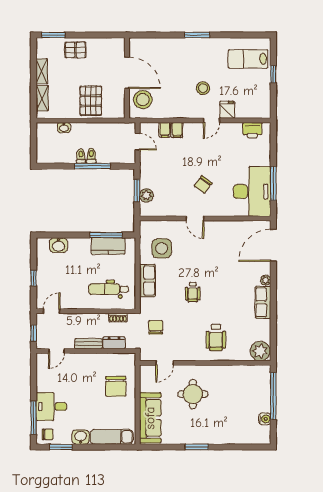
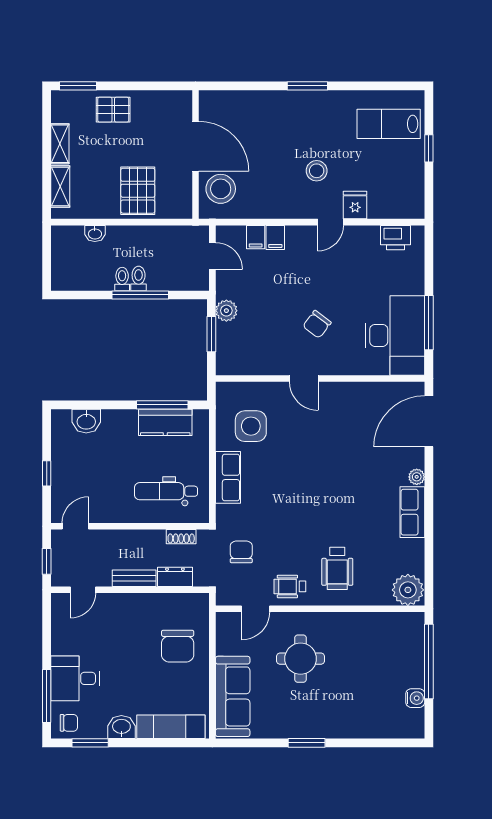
plant: (146, 195) -> (226, 311), moved
wheelchair: (193, 292) -> (290, 586), moved, turned 90

